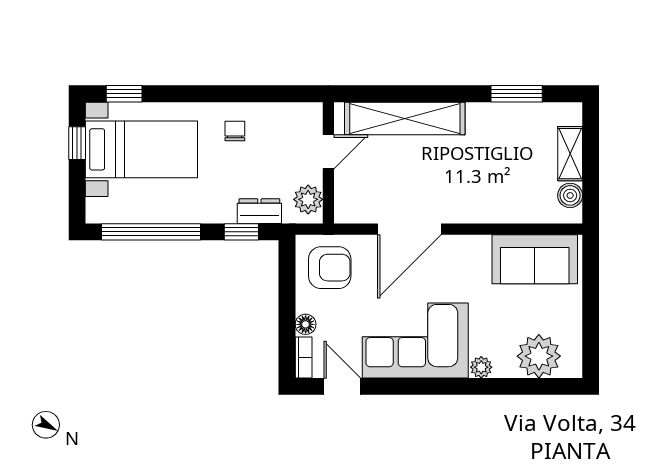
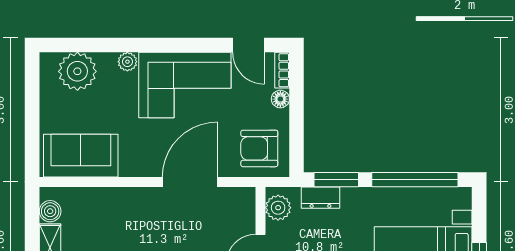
window: (241, 232) -> (336, 180), width x1.50

